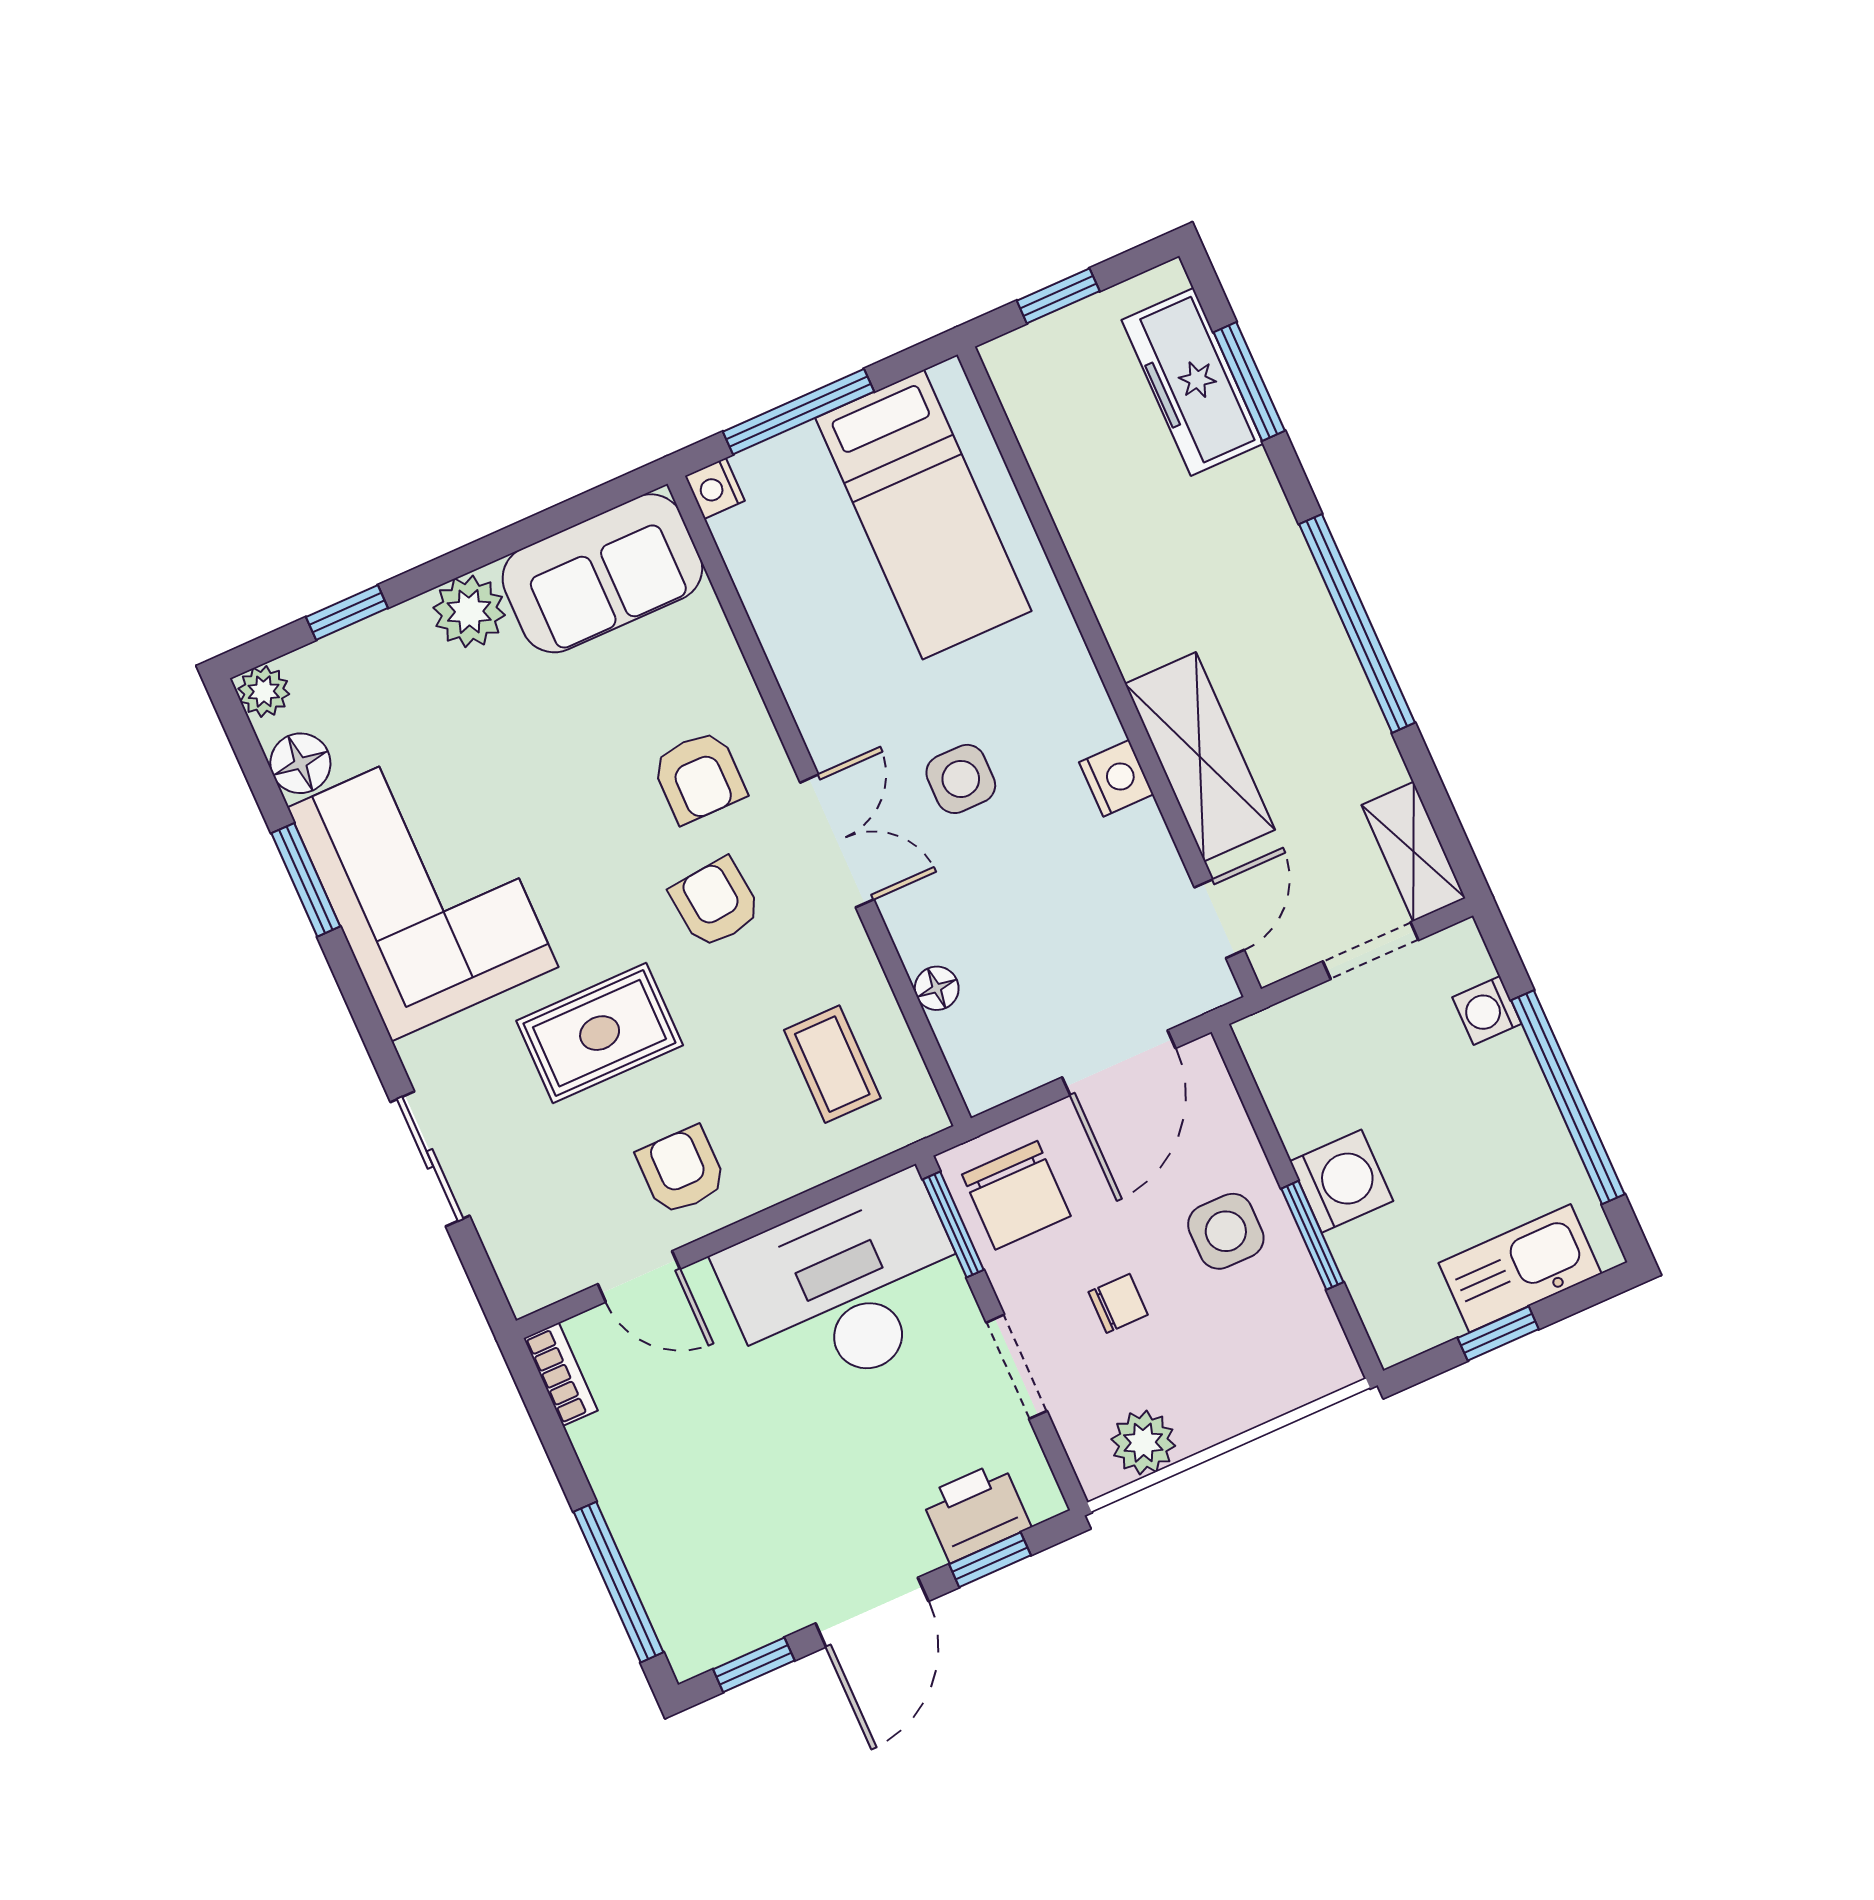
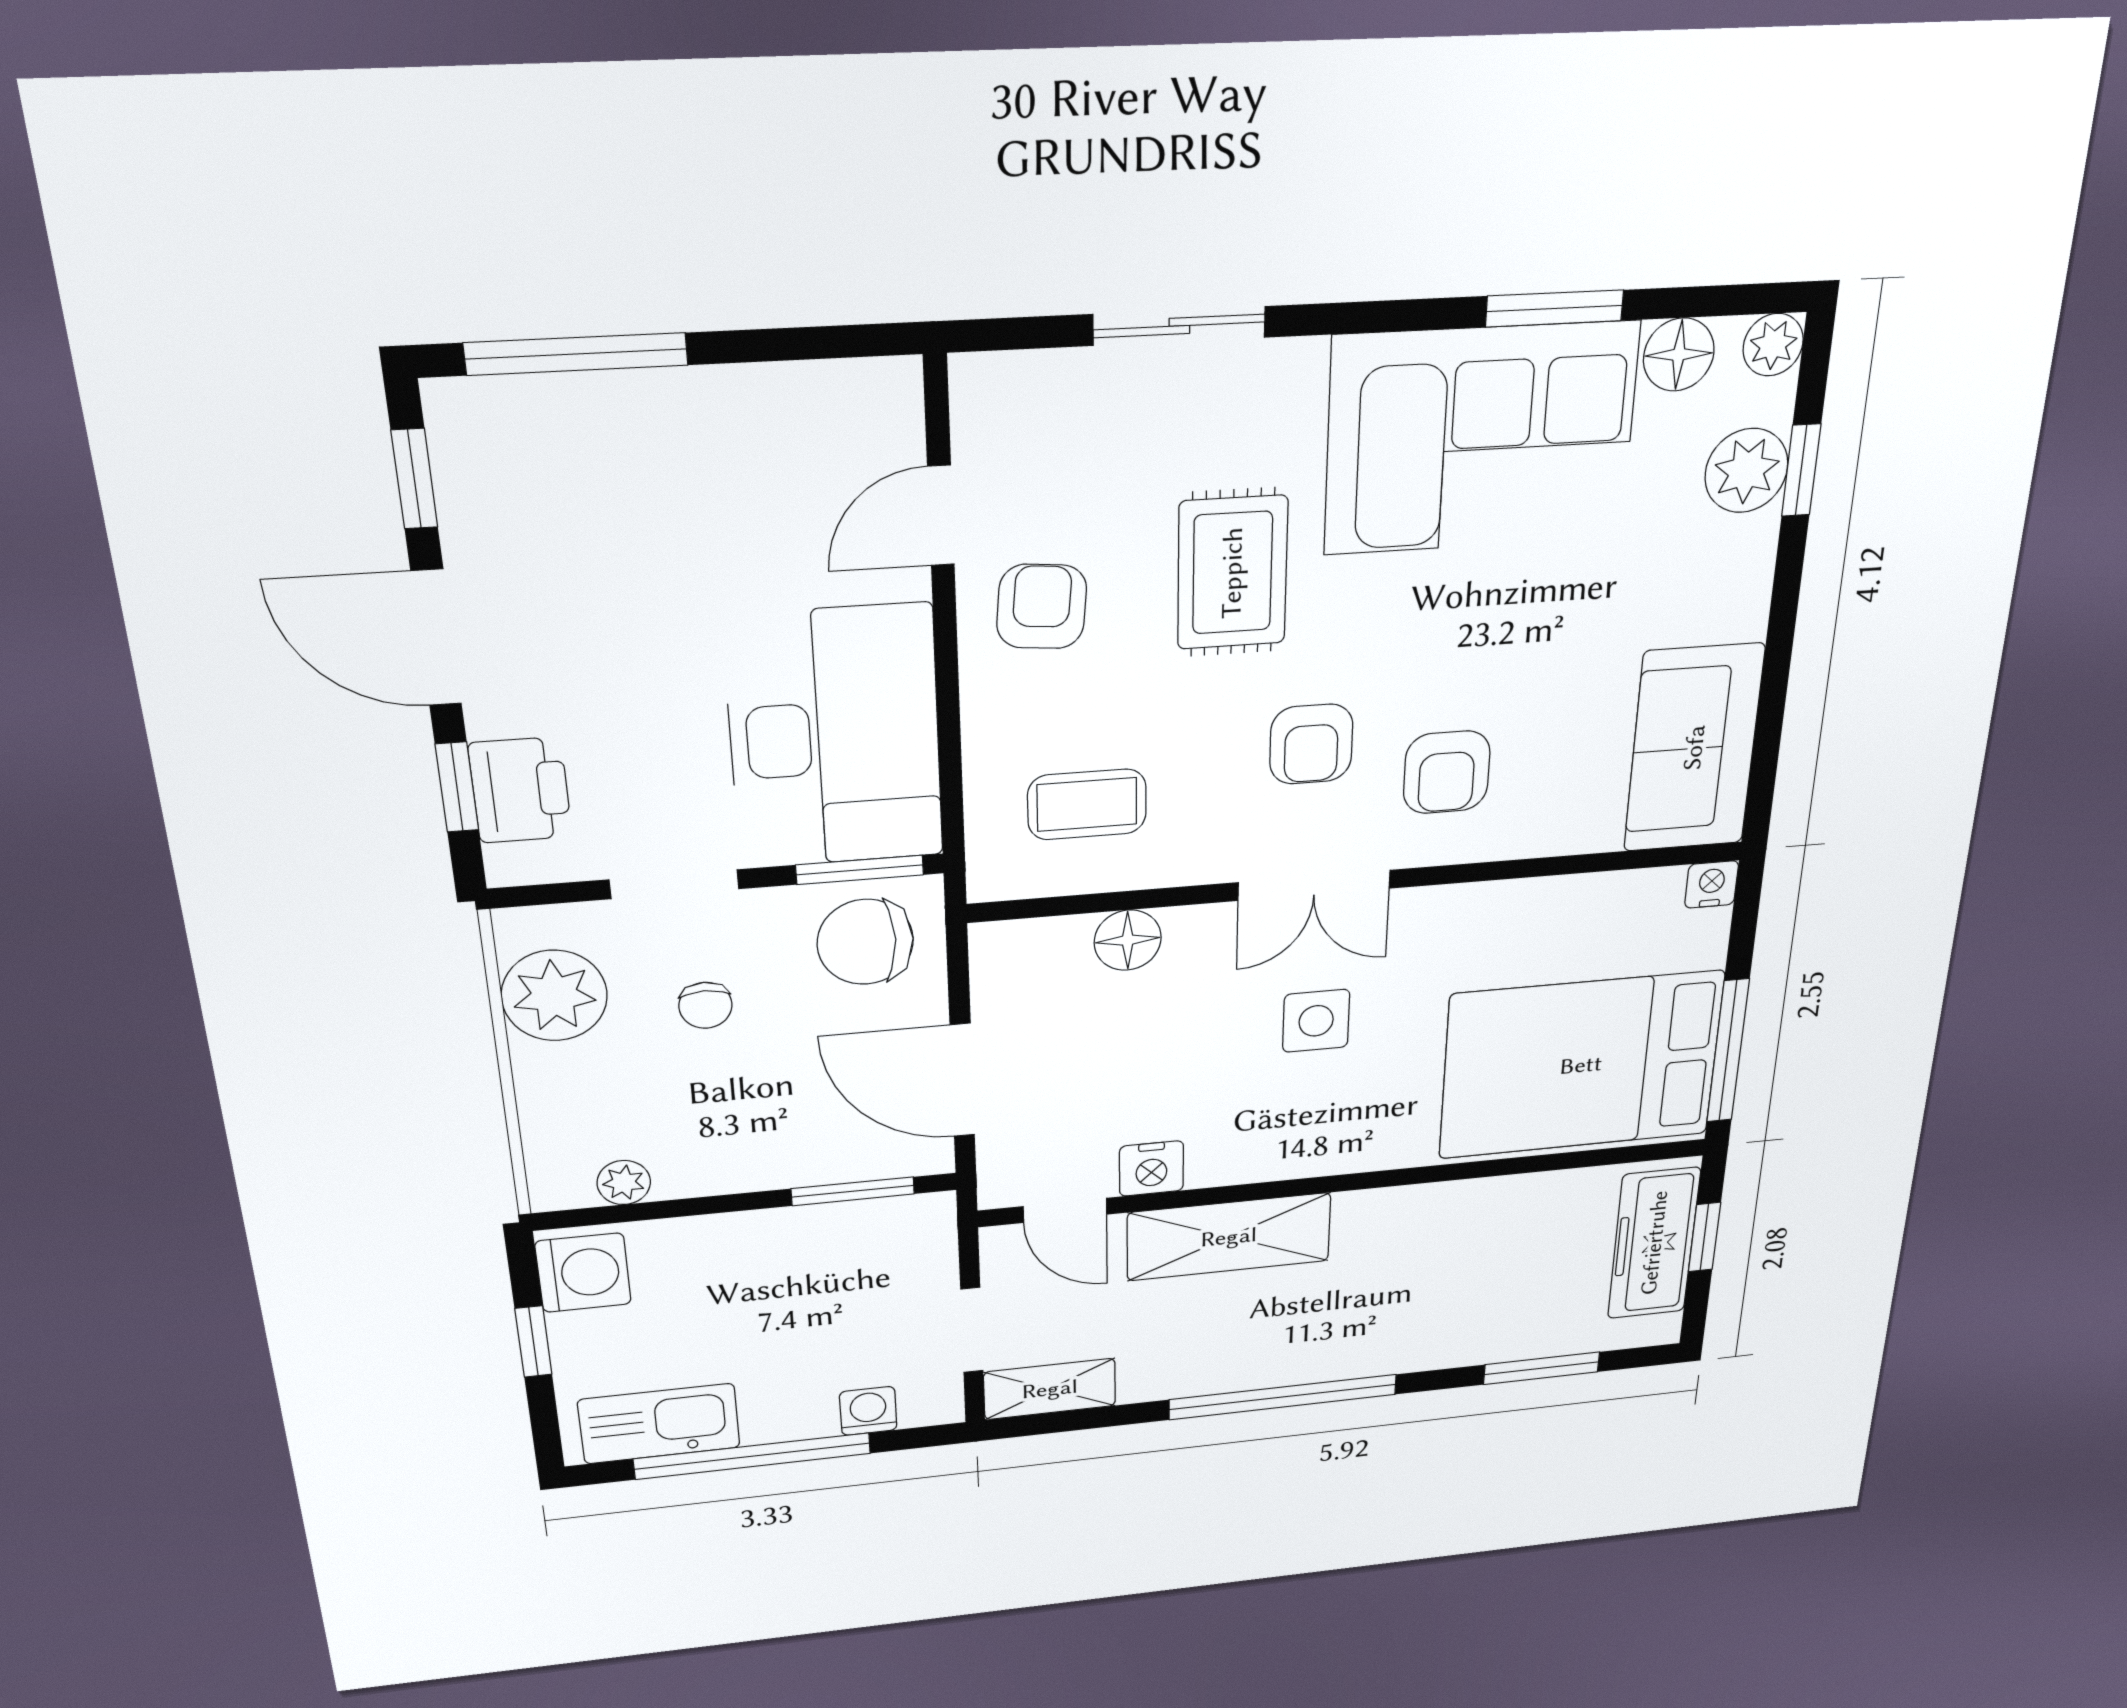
freezer: (1192, 382) -> (1654, 1243), moved, turned -90
window: (799, 412) -> (1728, 1051), moved
bed: (923, 514) -> (1581, 1065), width x1.50
plant: (469, 611) -> (1746, 471), moved
armchair: (699, 777) -> (1447, 772), turned -90
nightstand: (1116, 778) -> (1151, 1169), moved
armchair: (716, 903) -> (1311, 744), turned 96
floor lamp: (937, 988) -> (1128, 940), width x1.37, depth x1.37
armchair: (681, 1170) -> (1042, 607), turned -85
washing machine: (1342, 1181) -> (583, 1273), moved, turned -90
side table: (1226, 1231) -> (742, 1129), removed
window: (1312, 1235) -> (853, 1191), moved
kitchen sink: (1520, 1268) -> (659, 1424), moved, turned -90
plant: (1311, 1311) -> (624, 1183), added
bookcase: (561, 1374) -> (861, 382), removed
plant: (1143, 1443) -> (554, 996), width x1.36, depth x1.36

